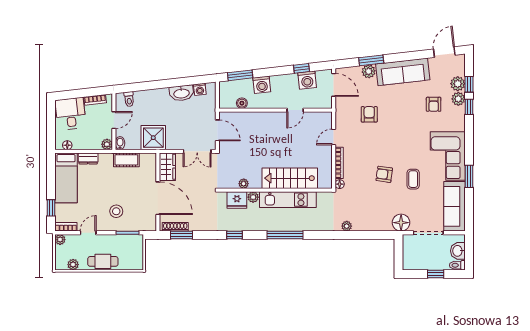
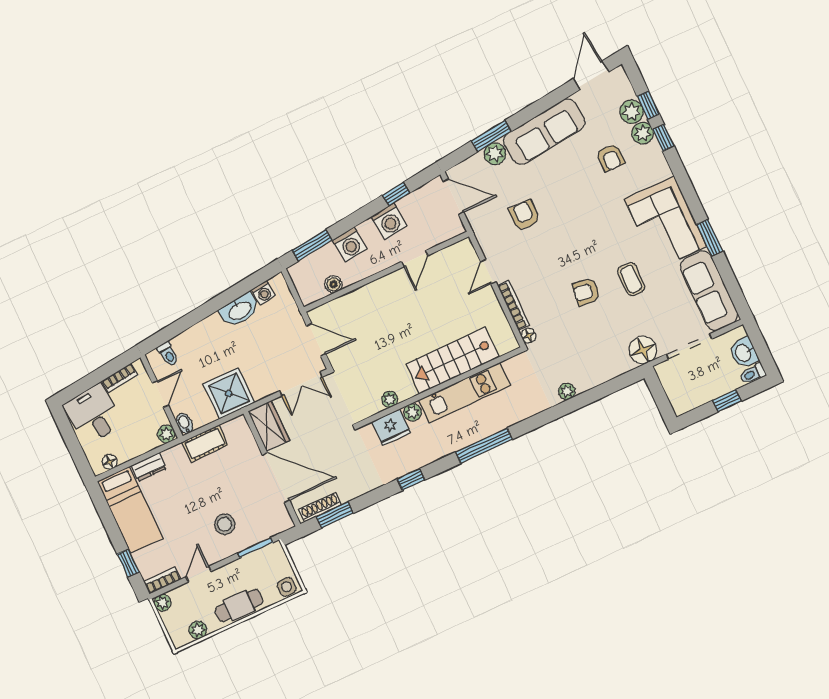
washing machine: (307, 80) -> (389, 221), moved
side table: (135, 263) -> (287, 587), added

